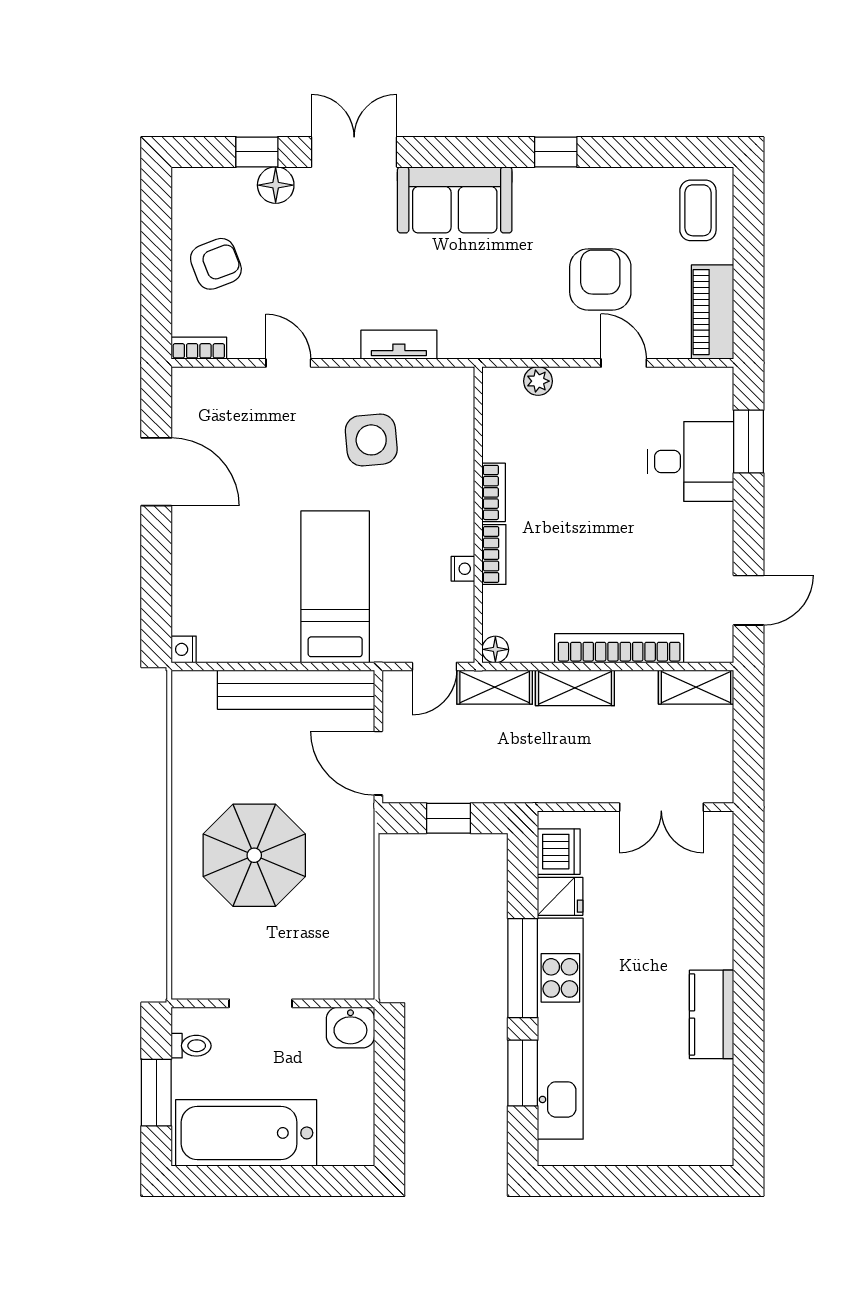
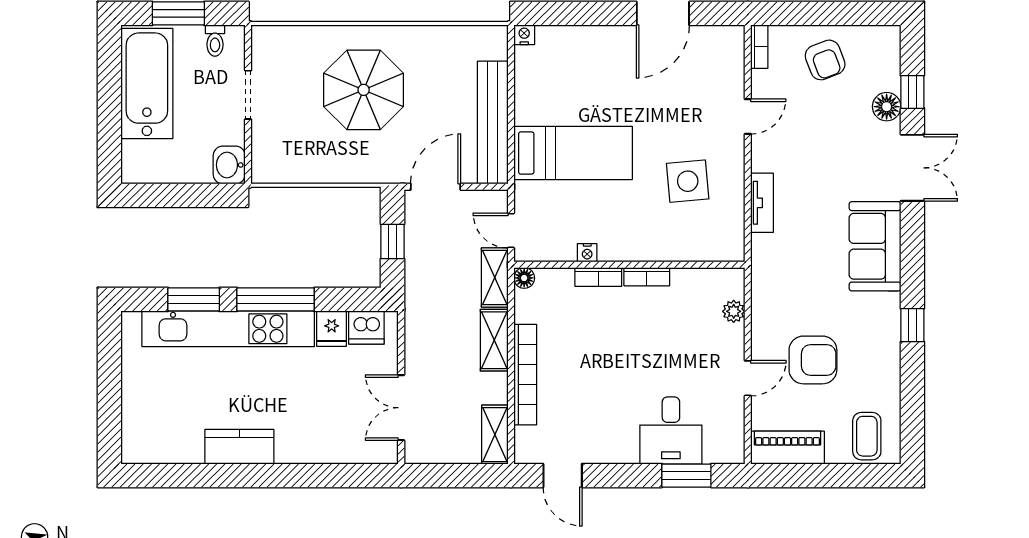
coffee table: (698, 210) -> (867, 436), turned 90

